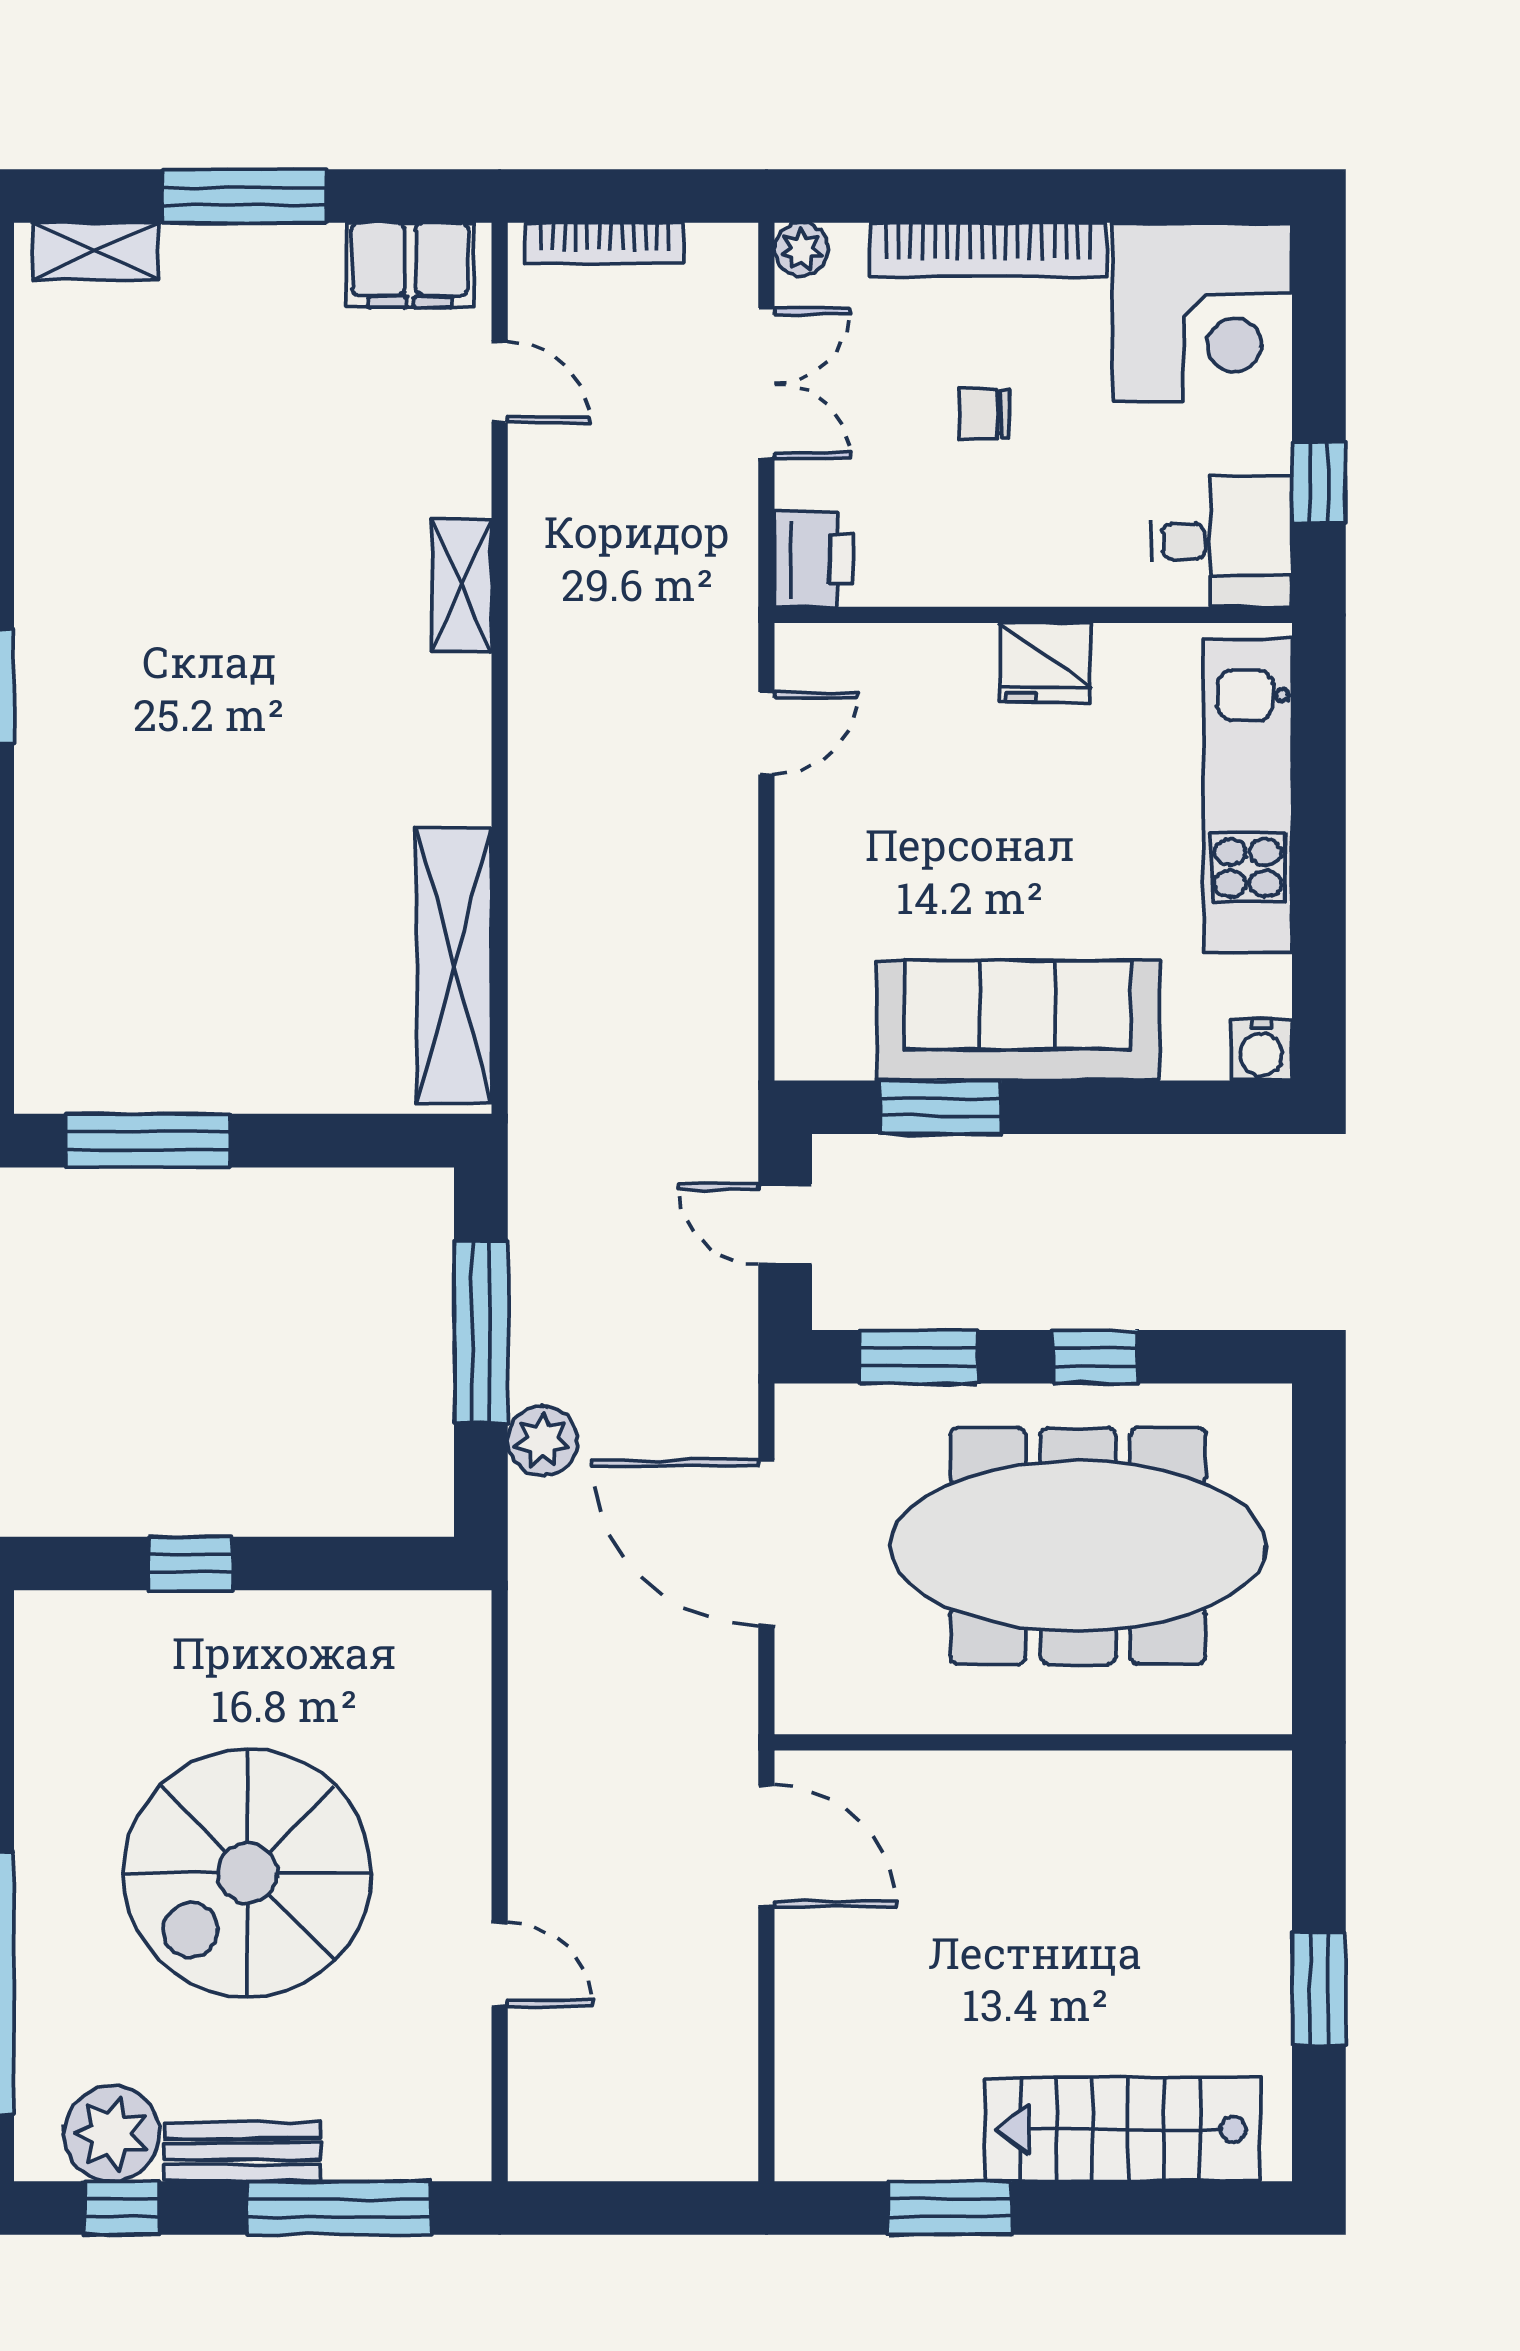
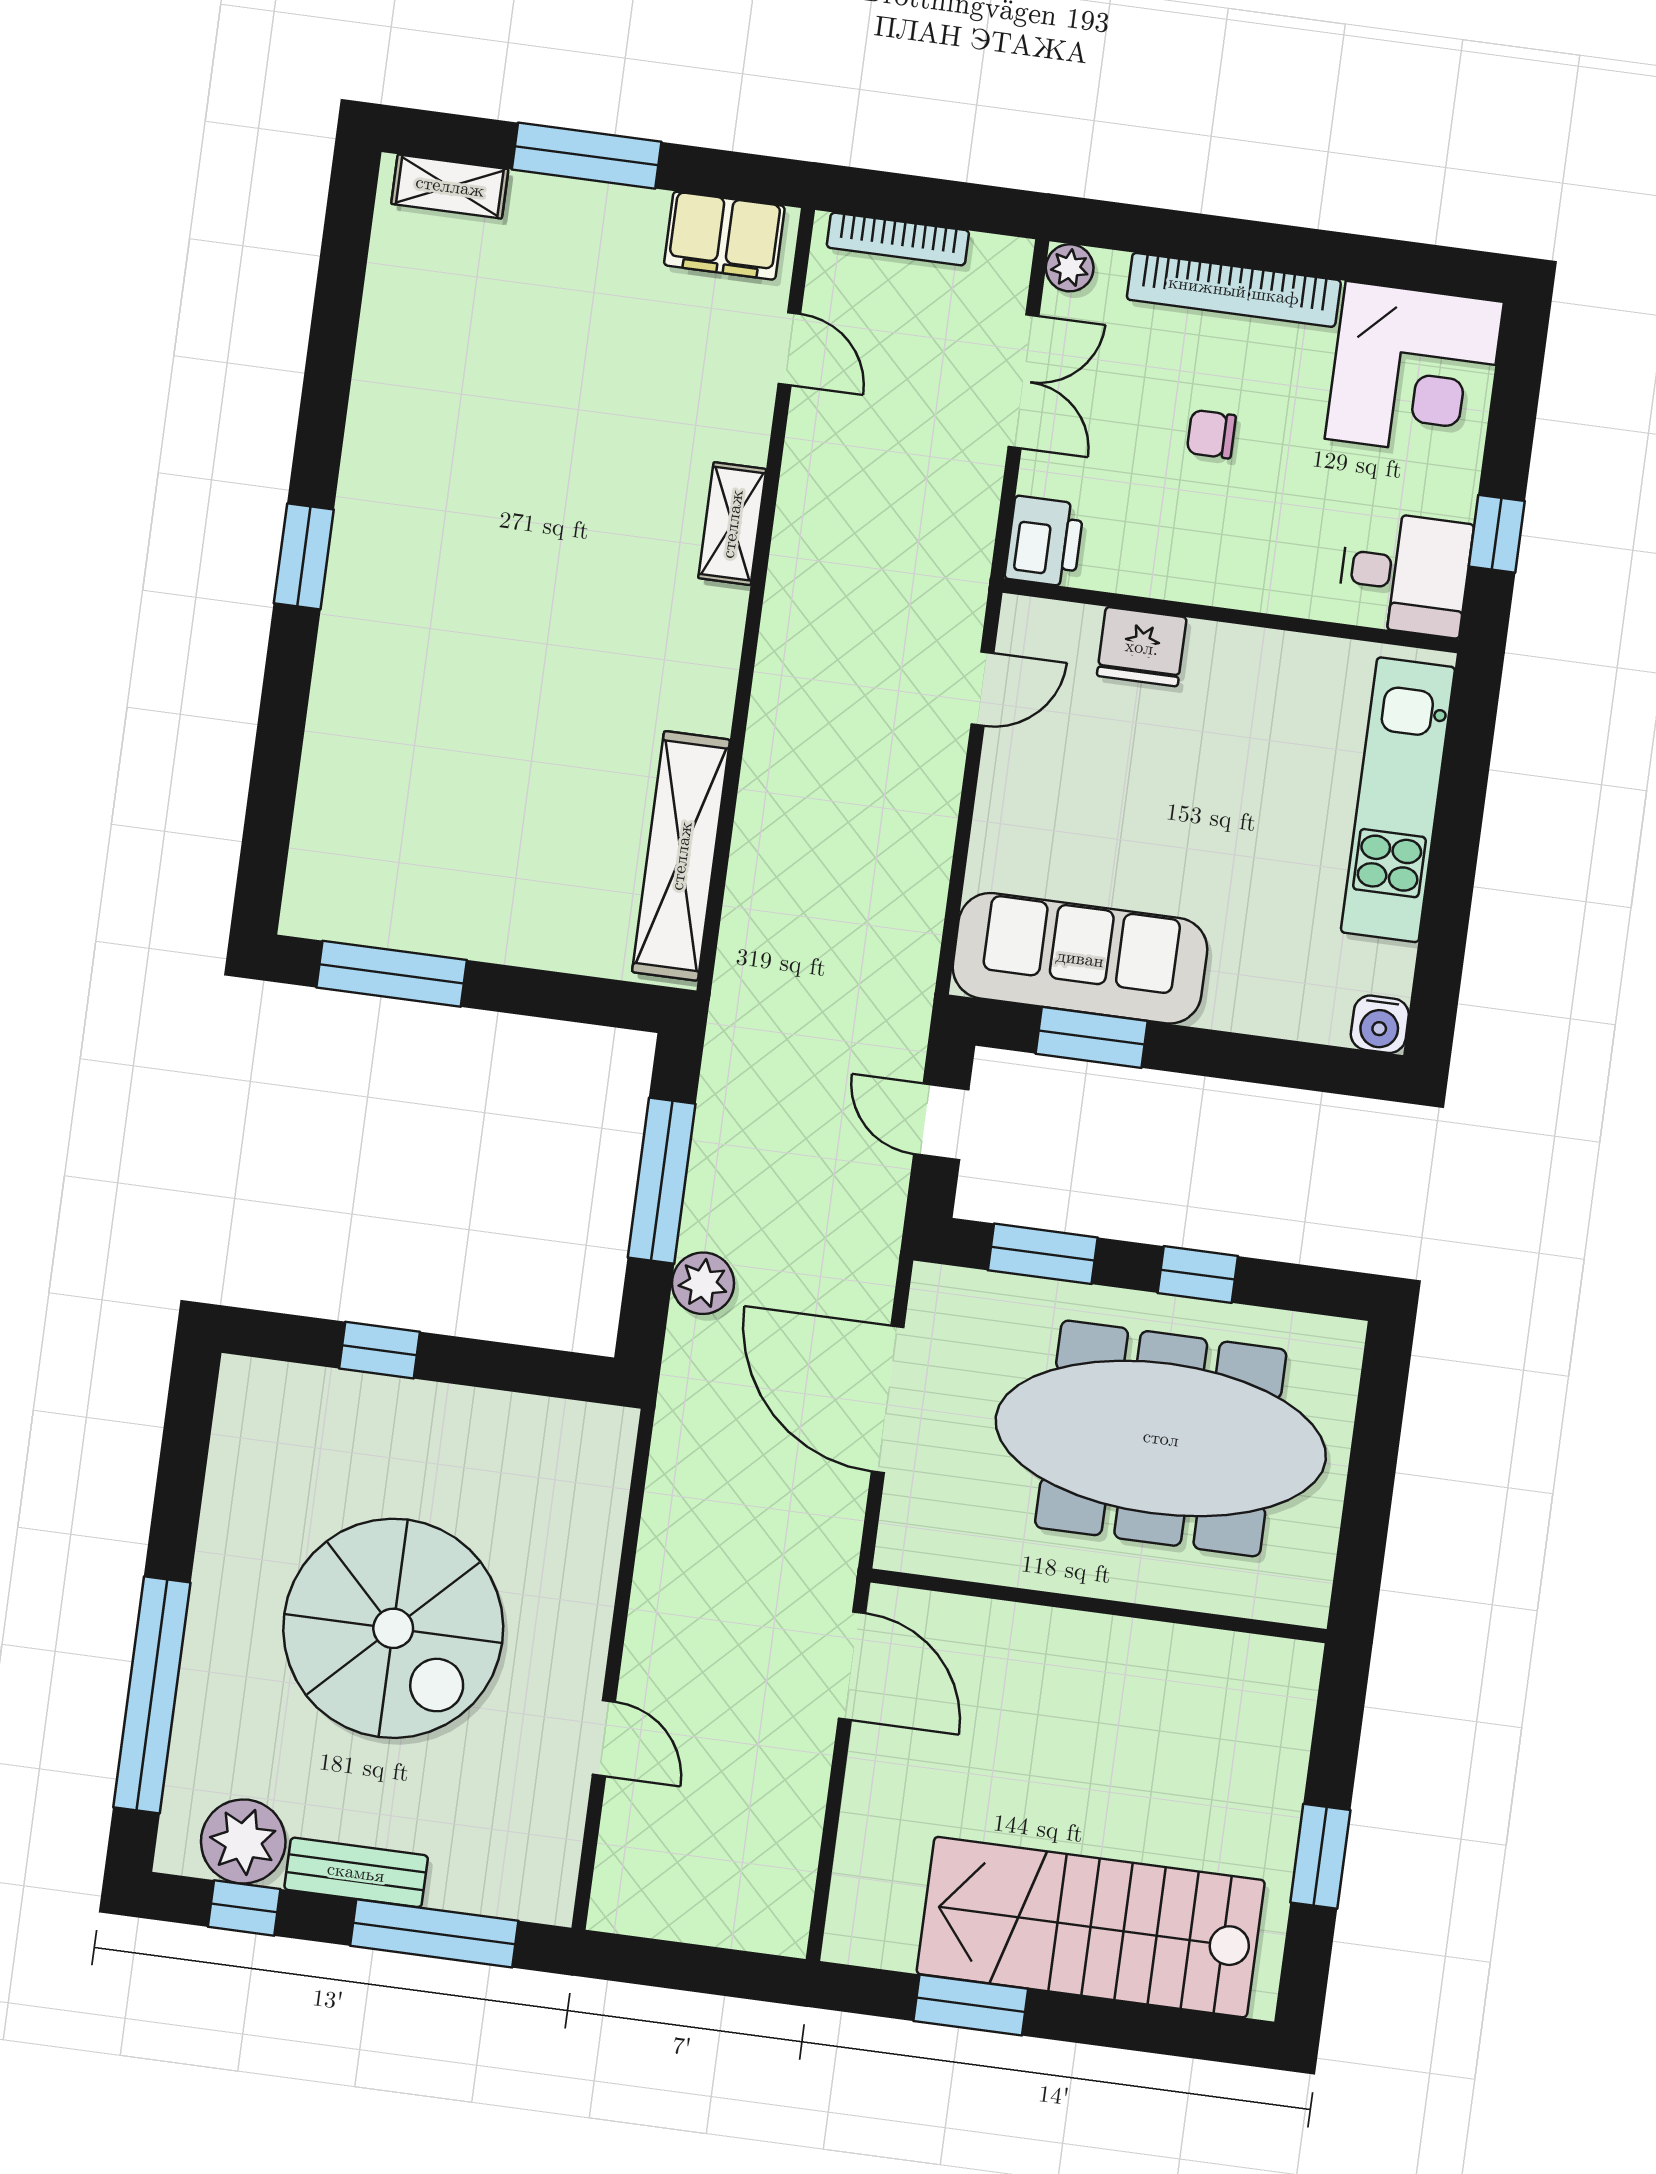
fridge: (1045, 662) -> (1142, 647), moved
sofa: (1018, 1020) -> (1080, 958), moved
spiral stairs: (247, 1873) -> (393, 1628), turned -90
stairs: (1123, 2129) -> (1091, 1927), width x1.36, depth x1.51

